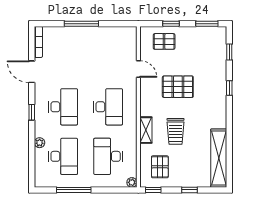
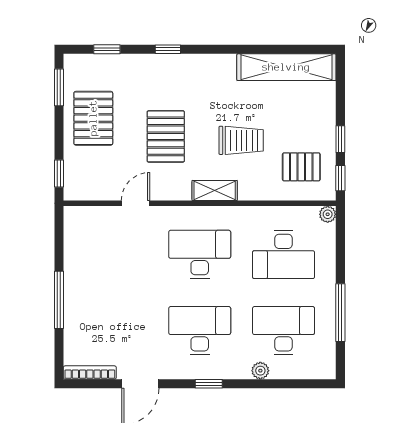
window: (171, 24) -> (59, 174), moved
pallet: (164, 41) -> (93, 118), moved, width x1.50, depth x1.42
shelving: (146, 130) -> (215, 190), moved
window: (189, 190) -> (340, 139), moved

